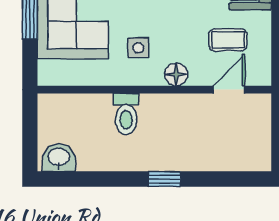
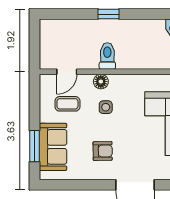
side table: (138, 48) -> (106, 107), moved
toilet: (126, 114) -> (107, 56), moved

